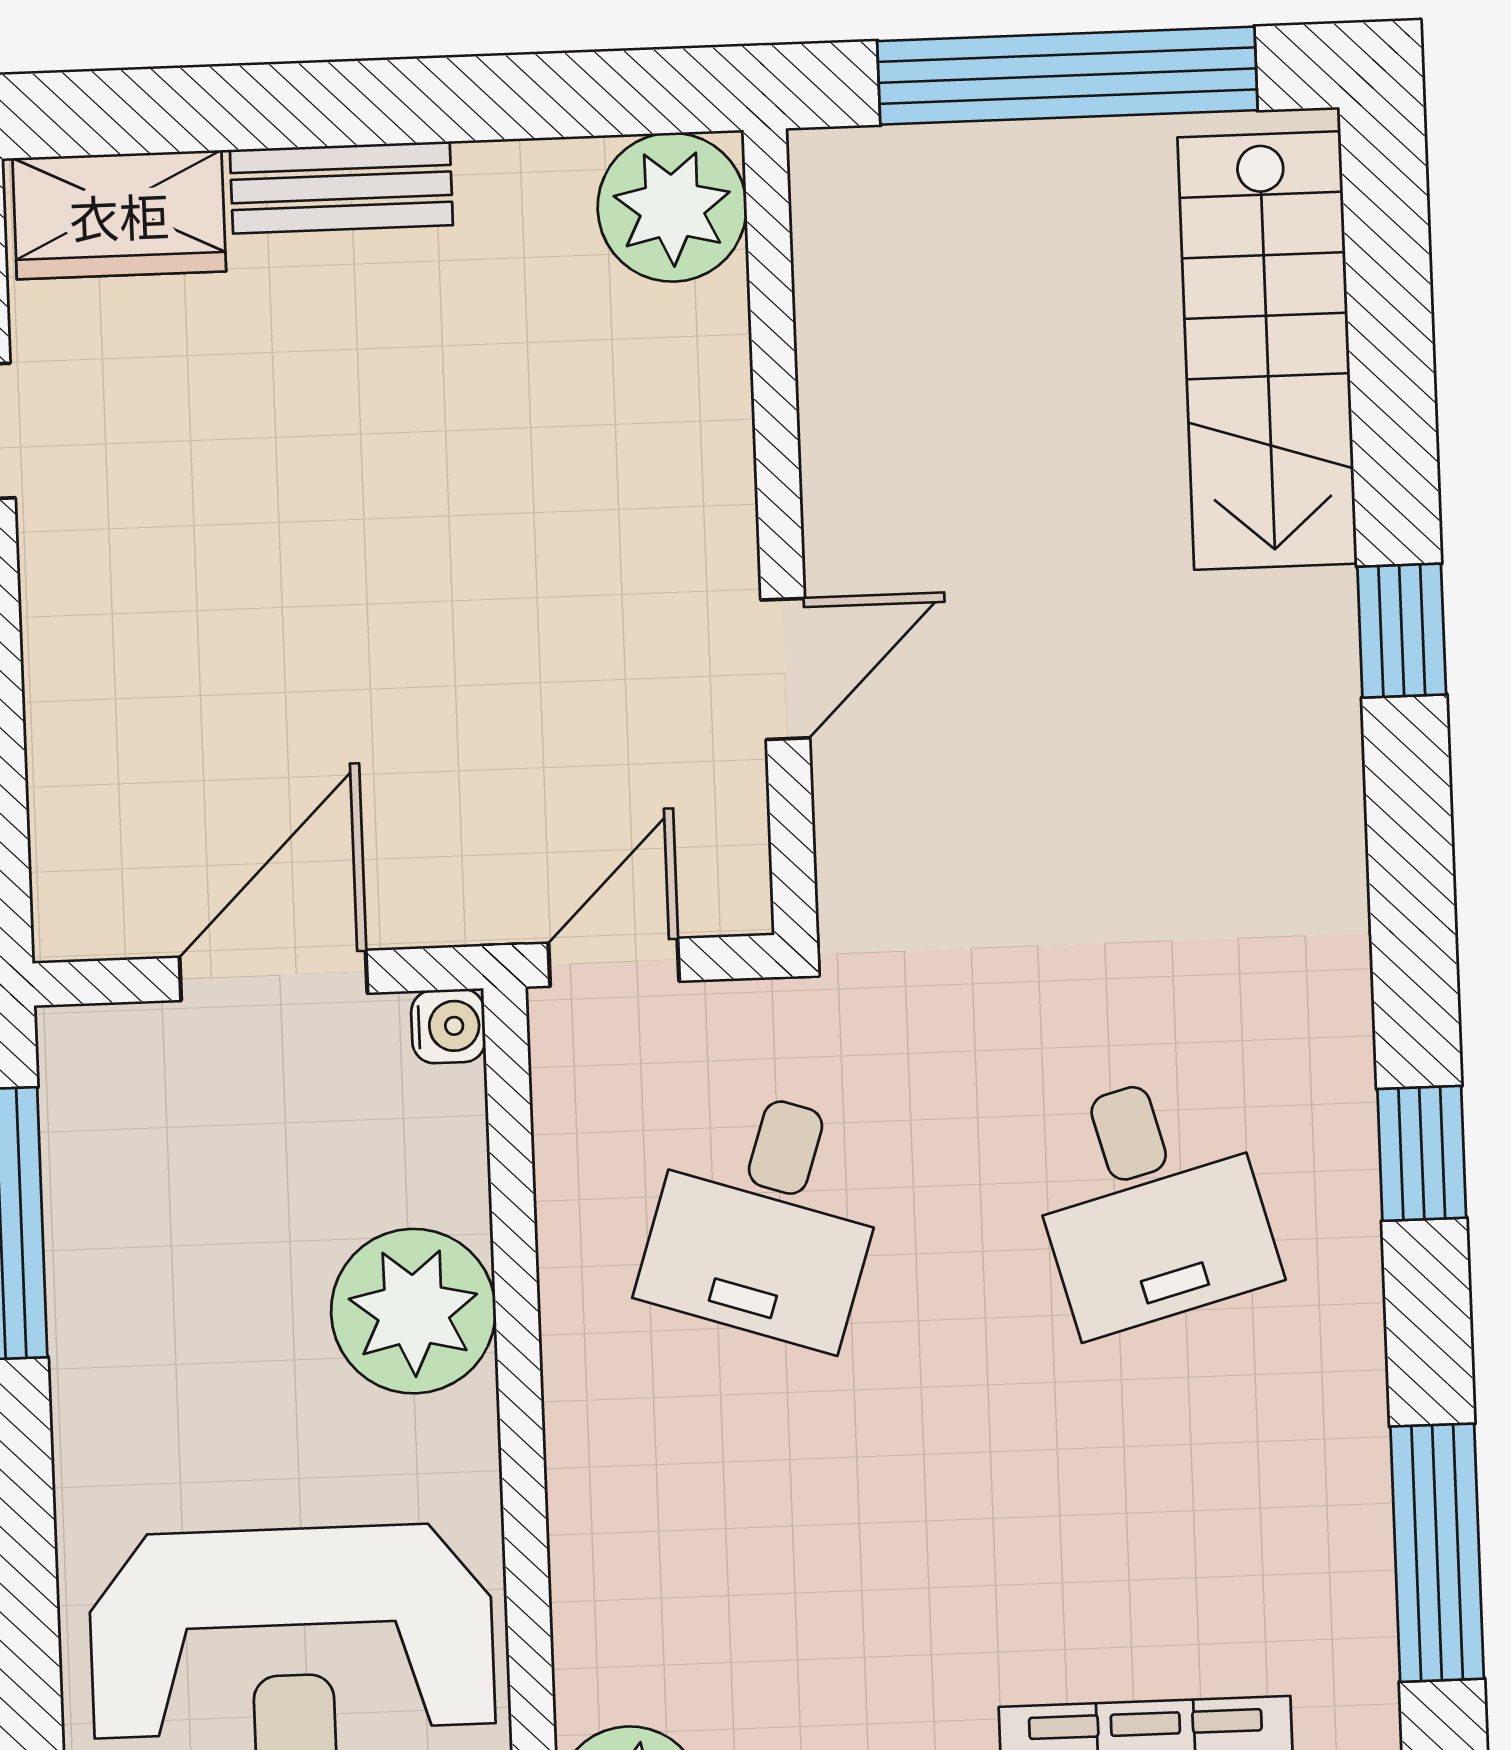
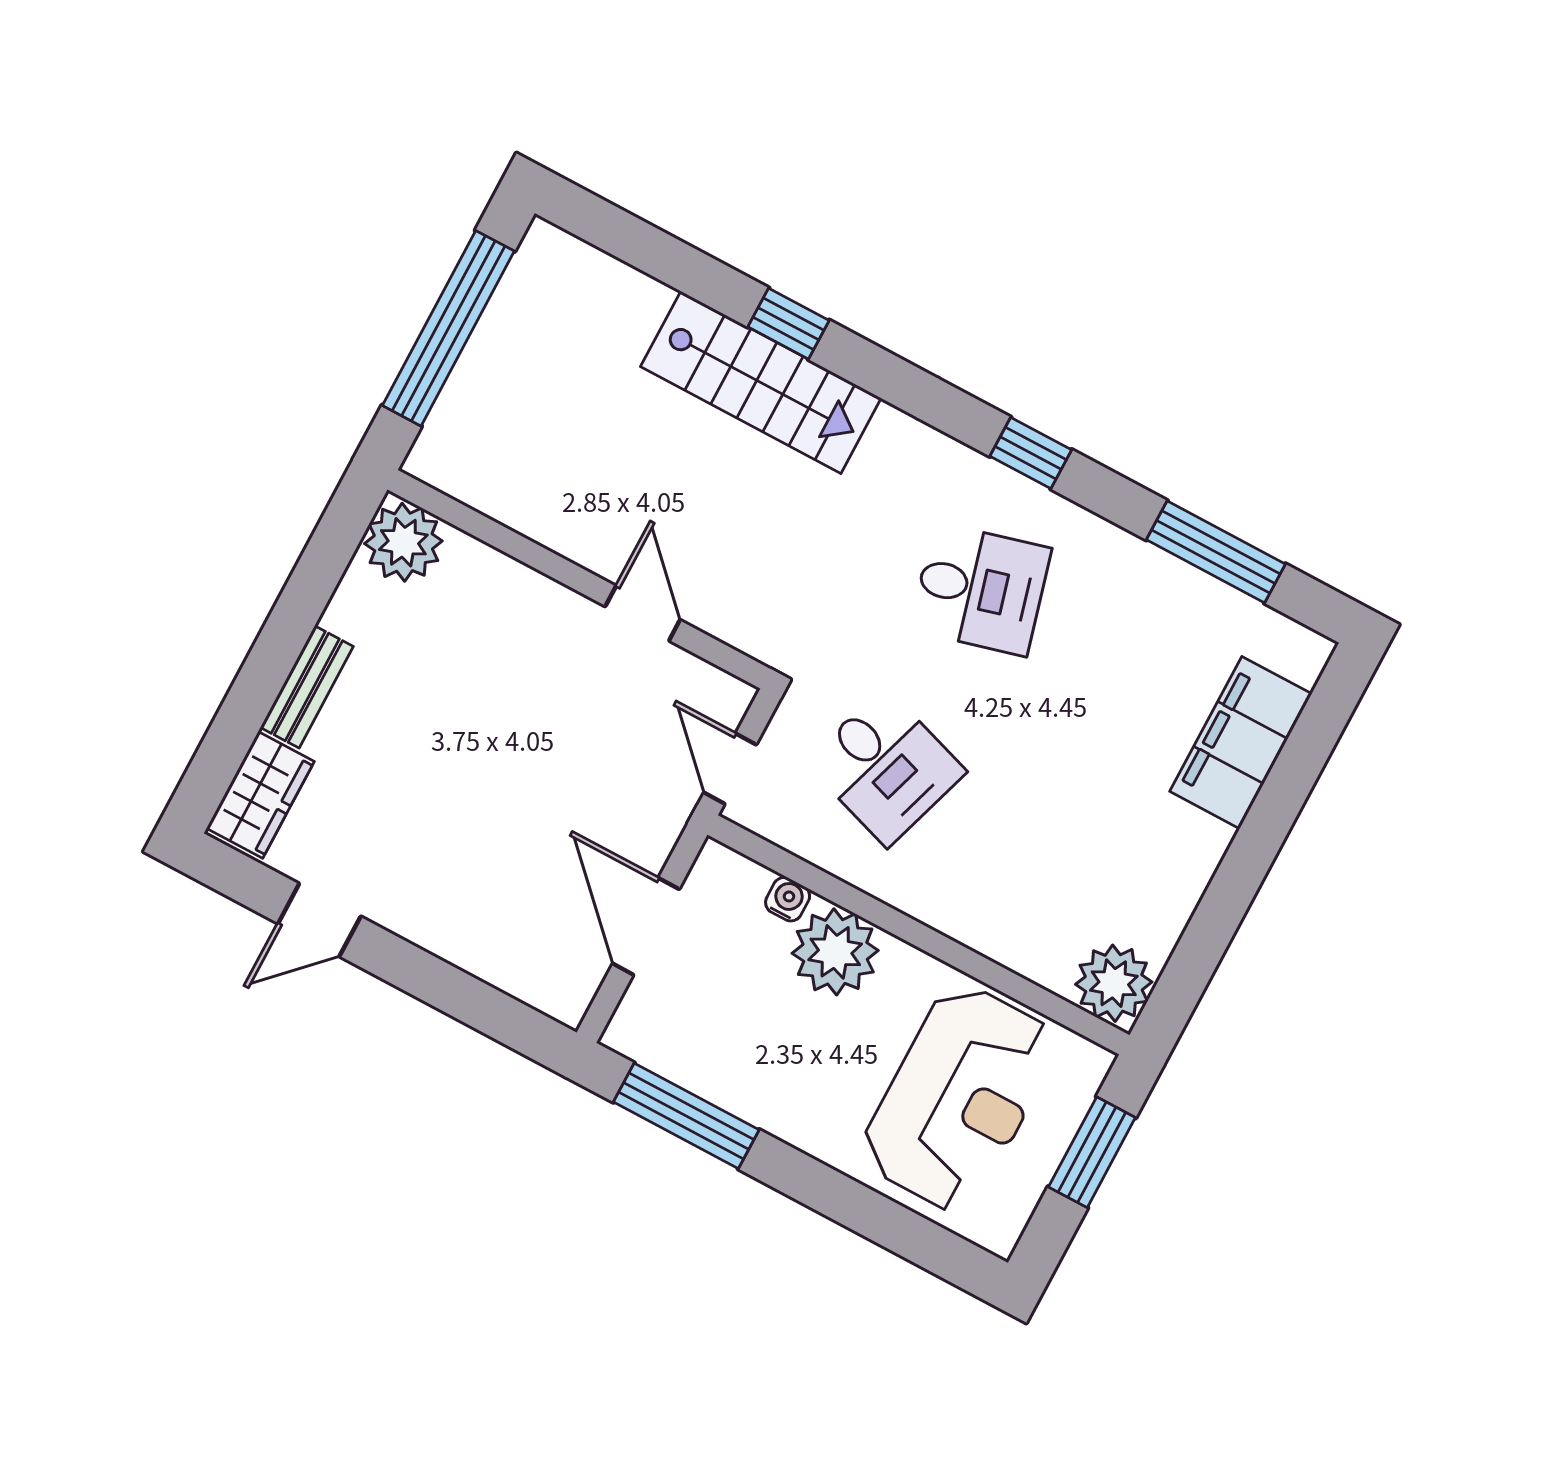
stairs: (1267, 350) -> (761, 382), moved
water cooler: (448, 1026) -> (788, 899), moved

